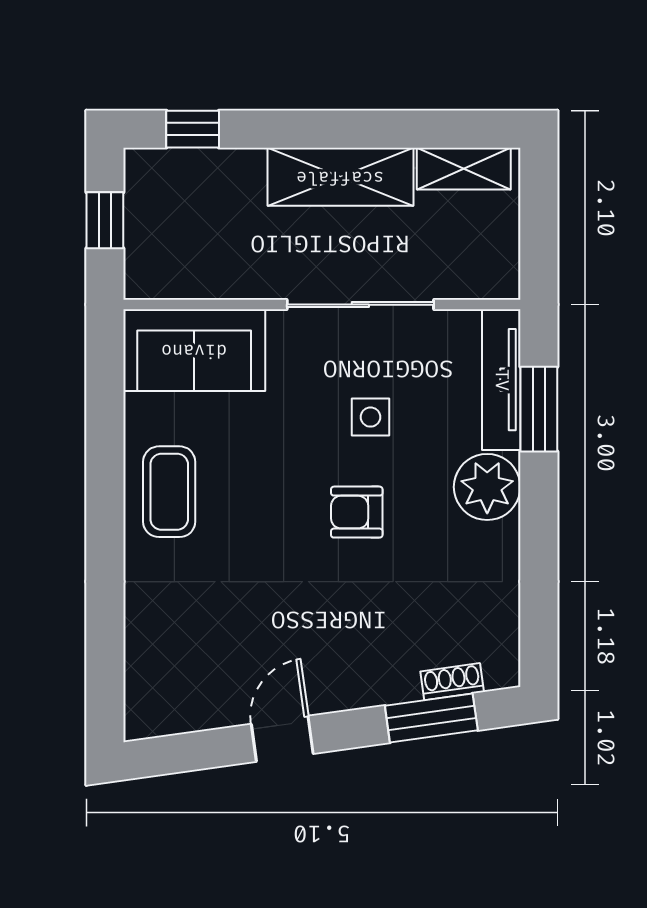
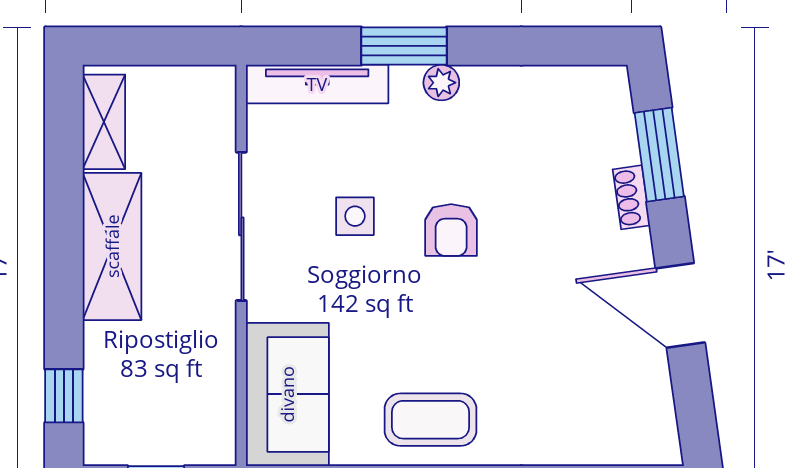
window: (539, 409) -> (404, 46), moved
plant: (487, 487) -> (441, 83), width x0.53, depth x0.53
shoe rack: (452, 682) -> (631, 197), moved
door: (282, 739) -> (680, 305), width x1.38

